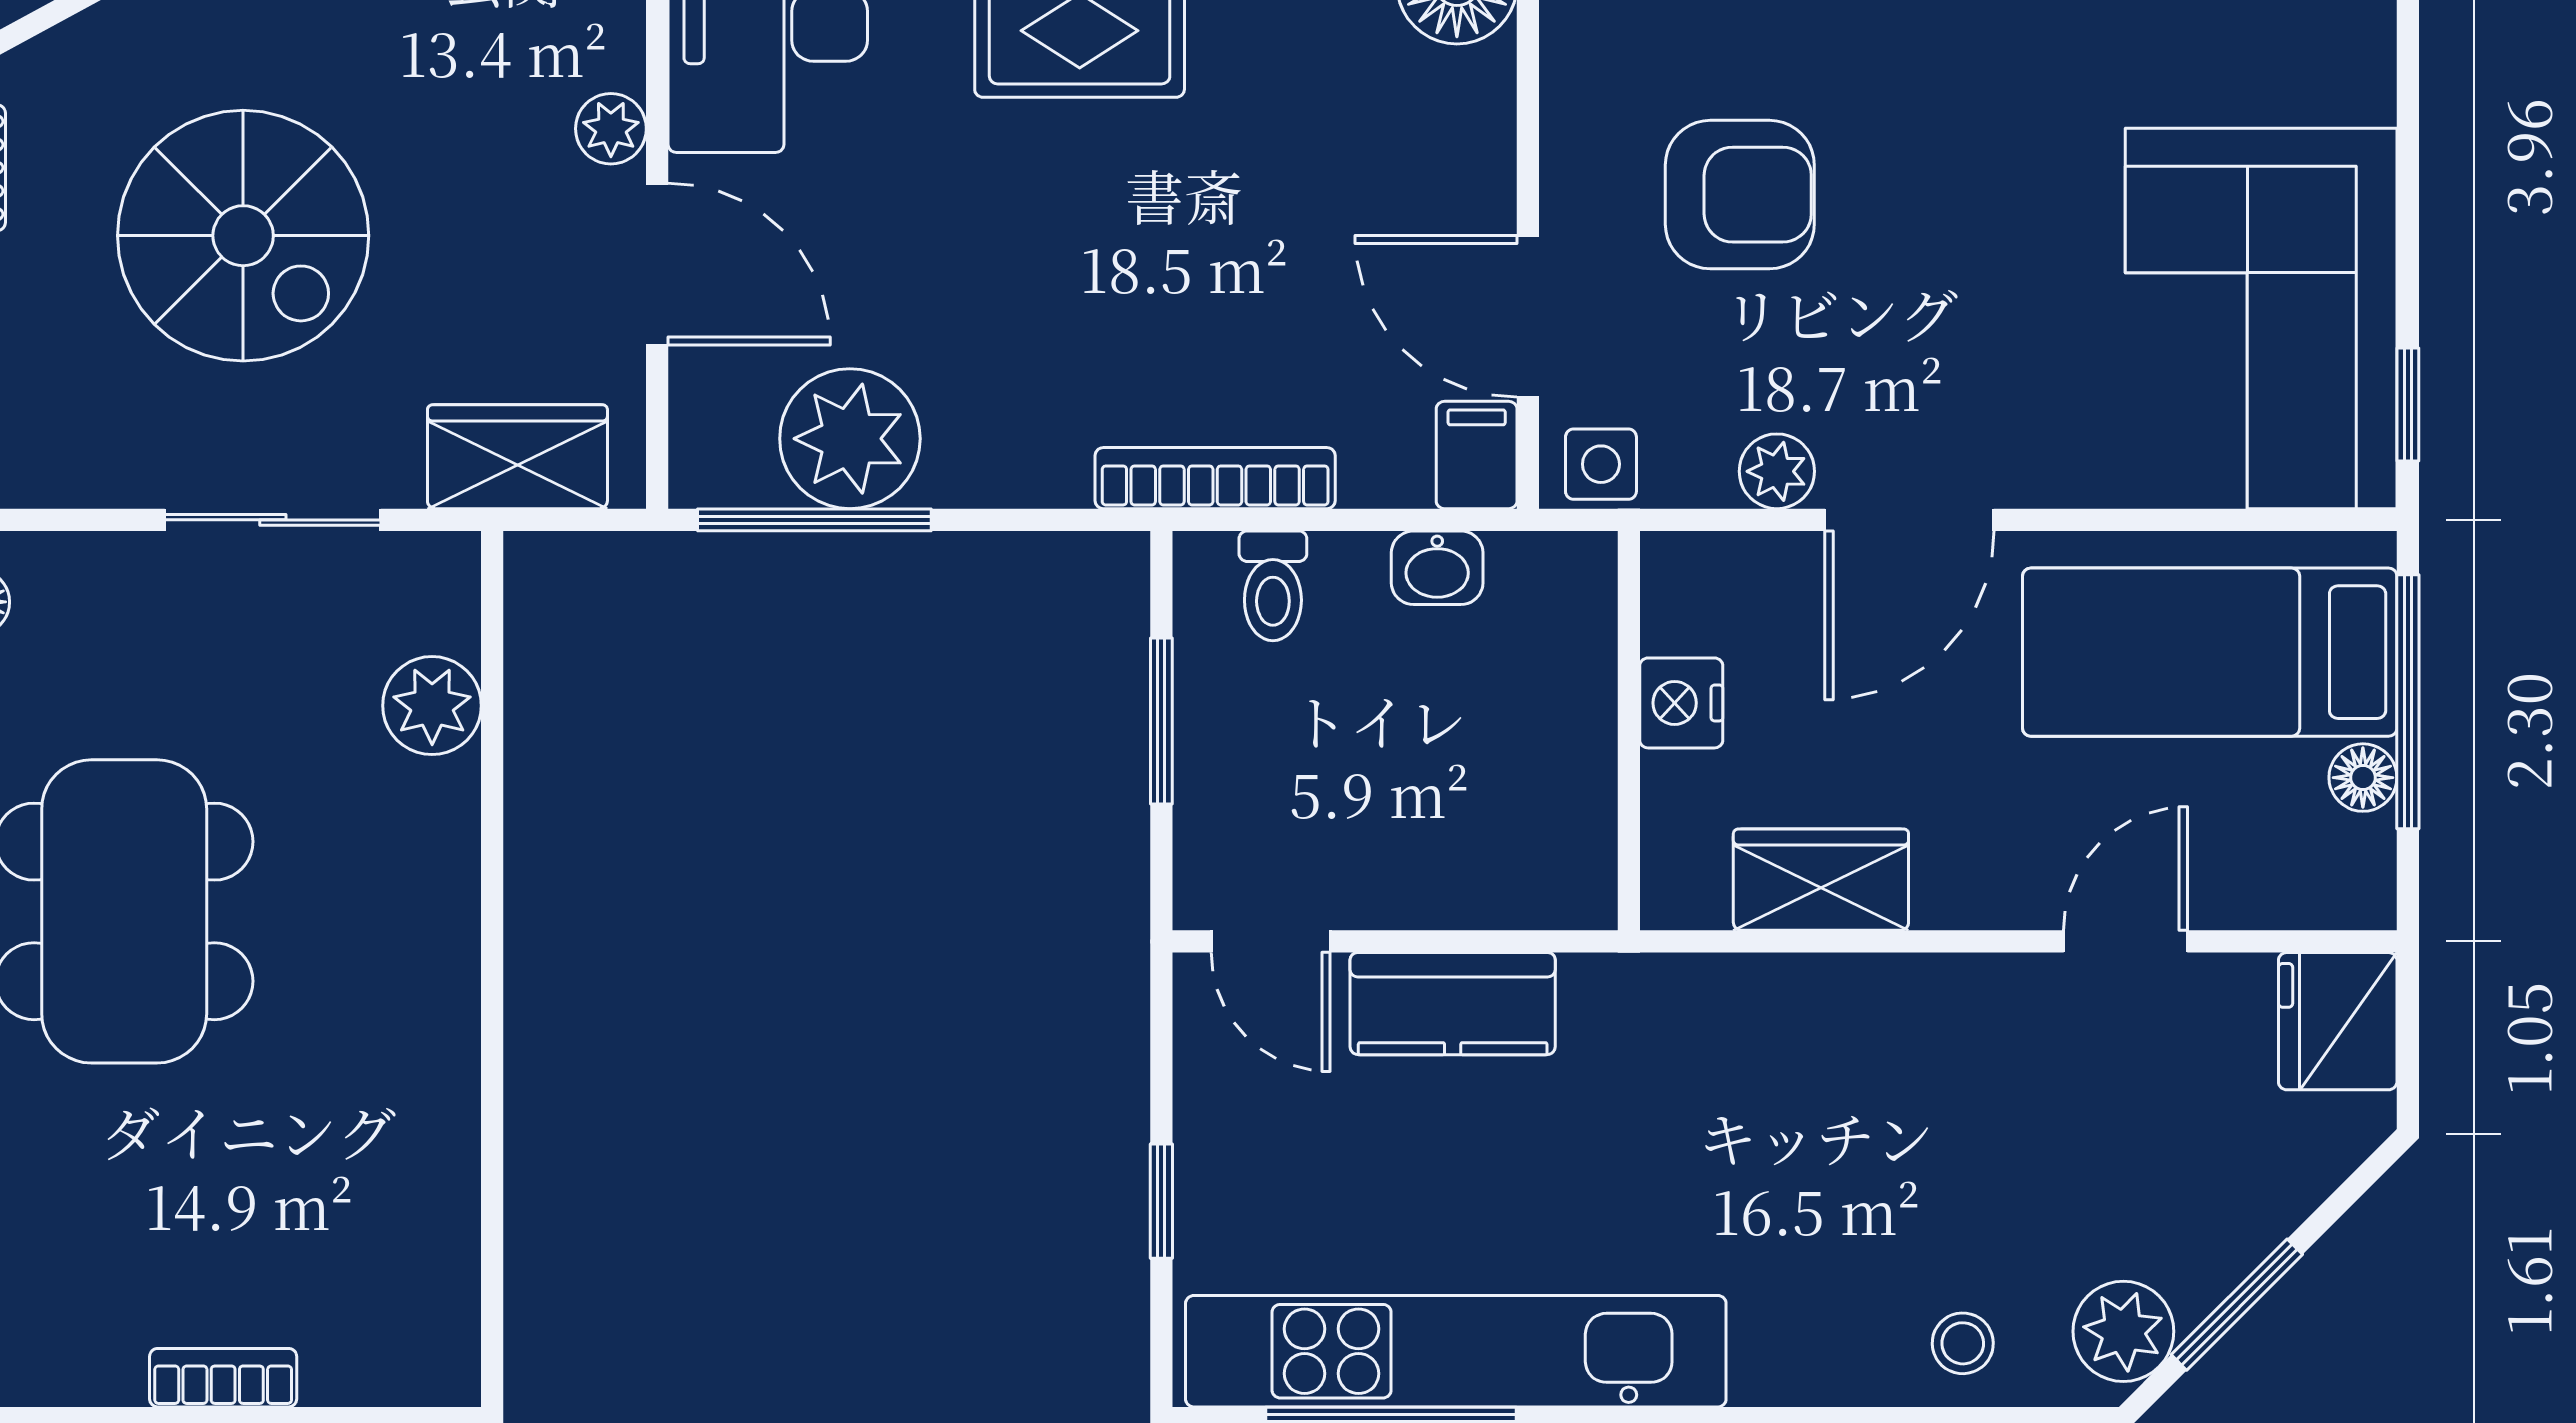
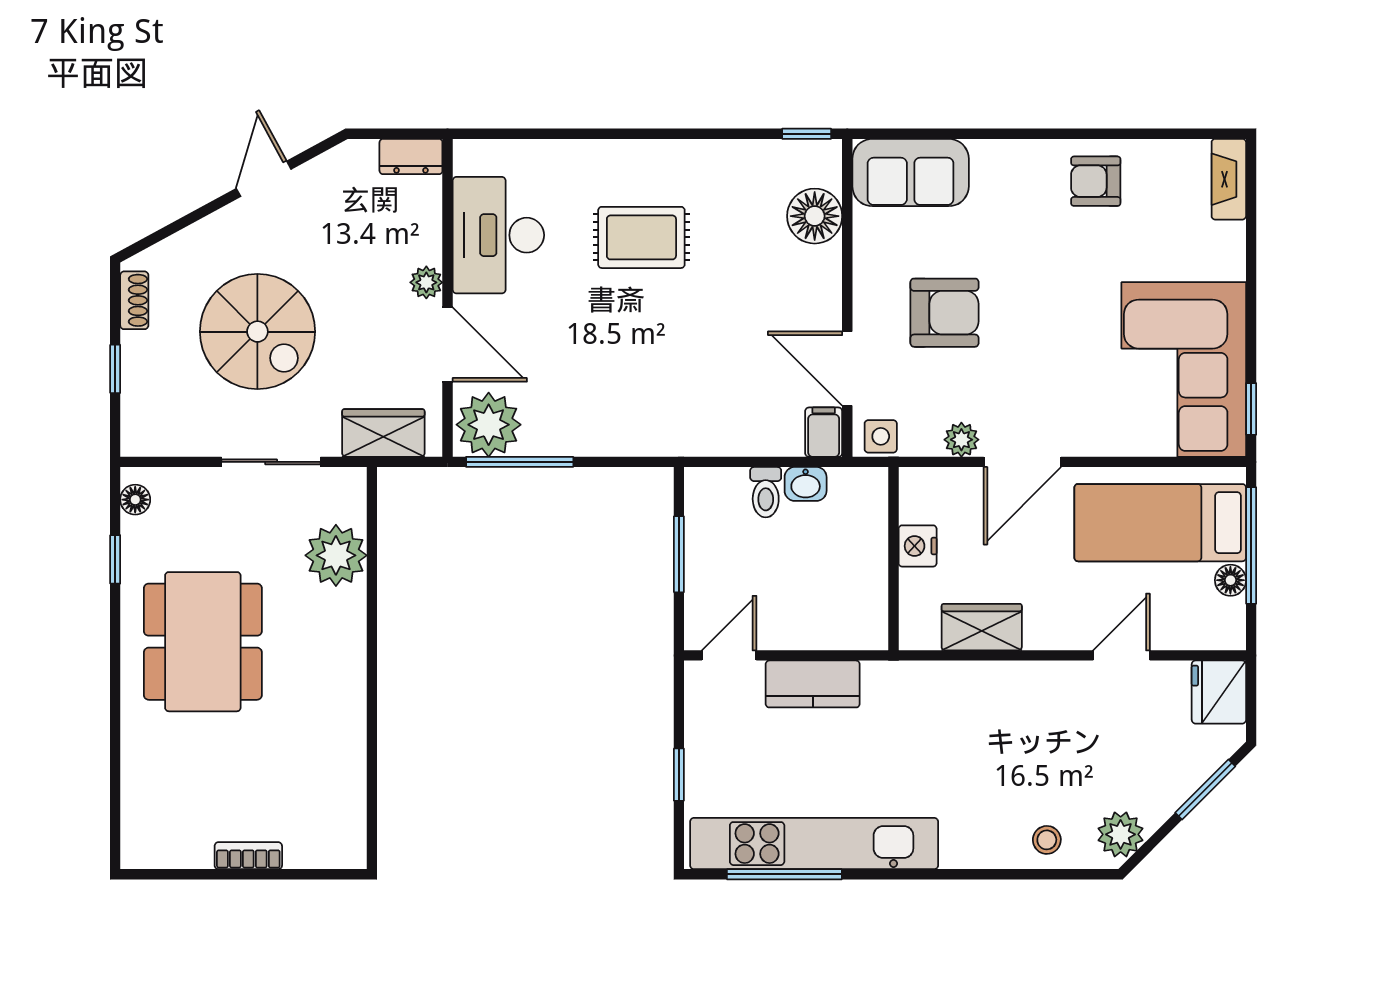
plant: (850, 439) -> (489, 425), moved
bookcase: (1215, 478) -> (704, 443), removed
toilet: (1273, 586) -> (766, 492), moved
plant: (432, 706) -> (336, 555), width x1.36, depth x1.36
door: (1271, 941) -> (729, 655), swing flipped
window: (2237, 1305) -> (1205, 789), moved

